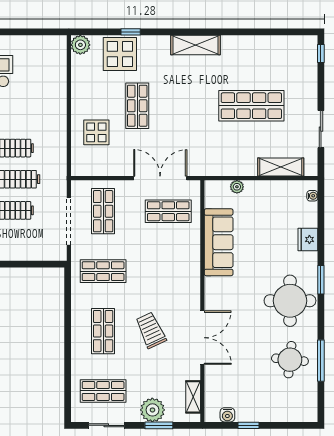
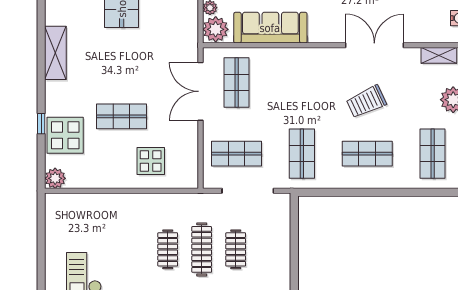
plant: (217, 192) -> (216, 29), added

